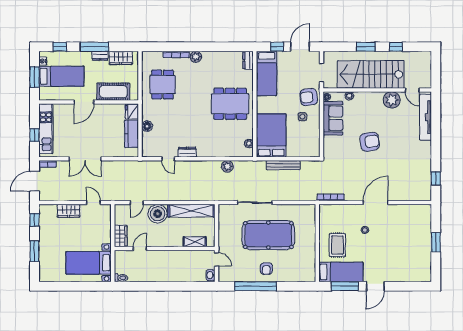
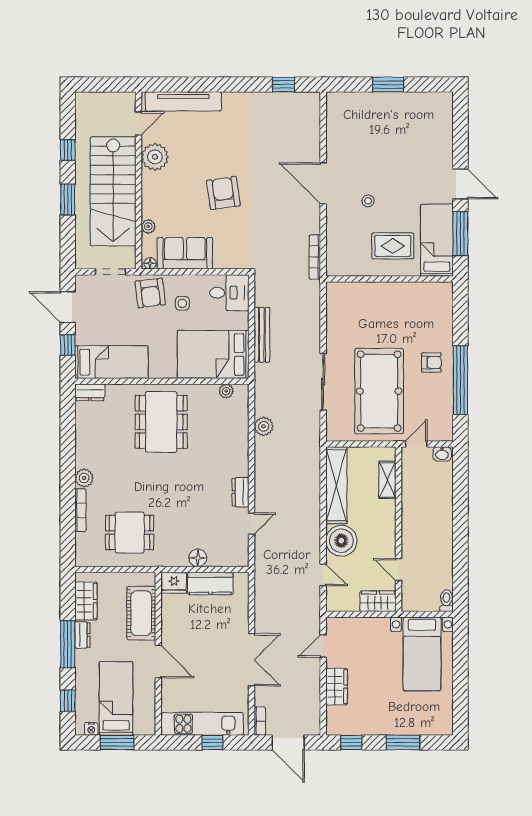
desk: (309, 145) -> (229, 293), added
pool table: (268, 235) -> (379, 391), moved

